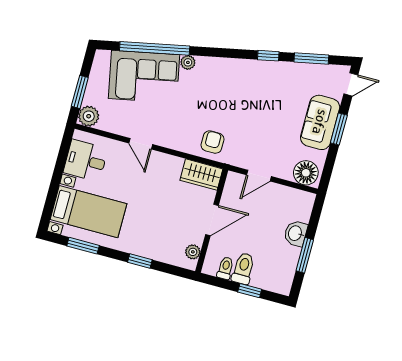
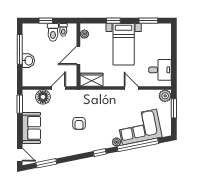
window: (268, 56) -> (100, 153), moved
door: (351, 84) -> (20, 155), swing flipped
window: (339, 129) -> (20, 104), moved
armchair: (212, 142) -> (79, 123), moved
floor lamp: (306, 173) -> (43, 97), moved
bed with nightstands: (89, 212) -> (124, 44), moved, turned -90
window: (305, 255) -> (20, 49), width x1.44

